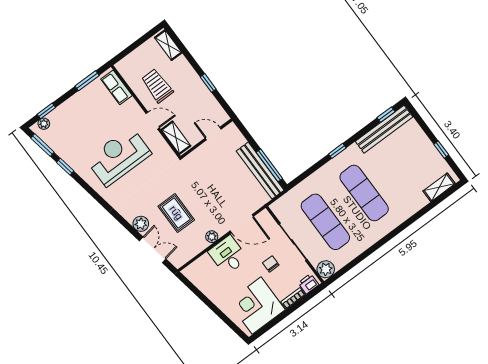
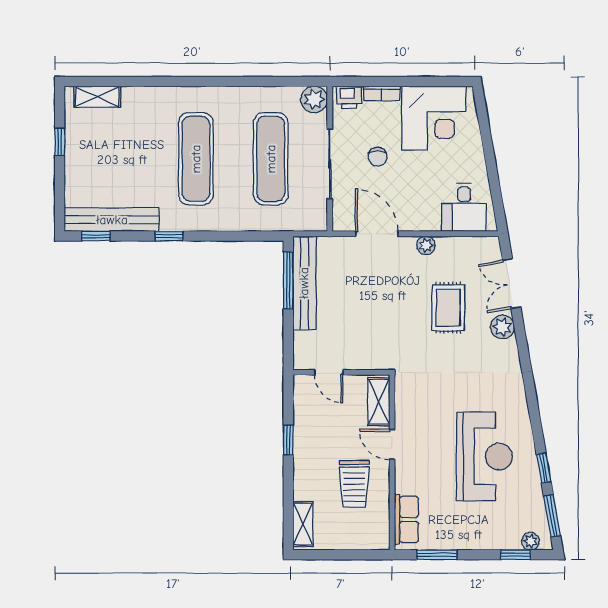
window: (337, 151) -> (169, 236), moved
reception desk: (119, 156) -> (484, 457), moved, turned -90
desk: (228, 255) -> (464, 207), moved

